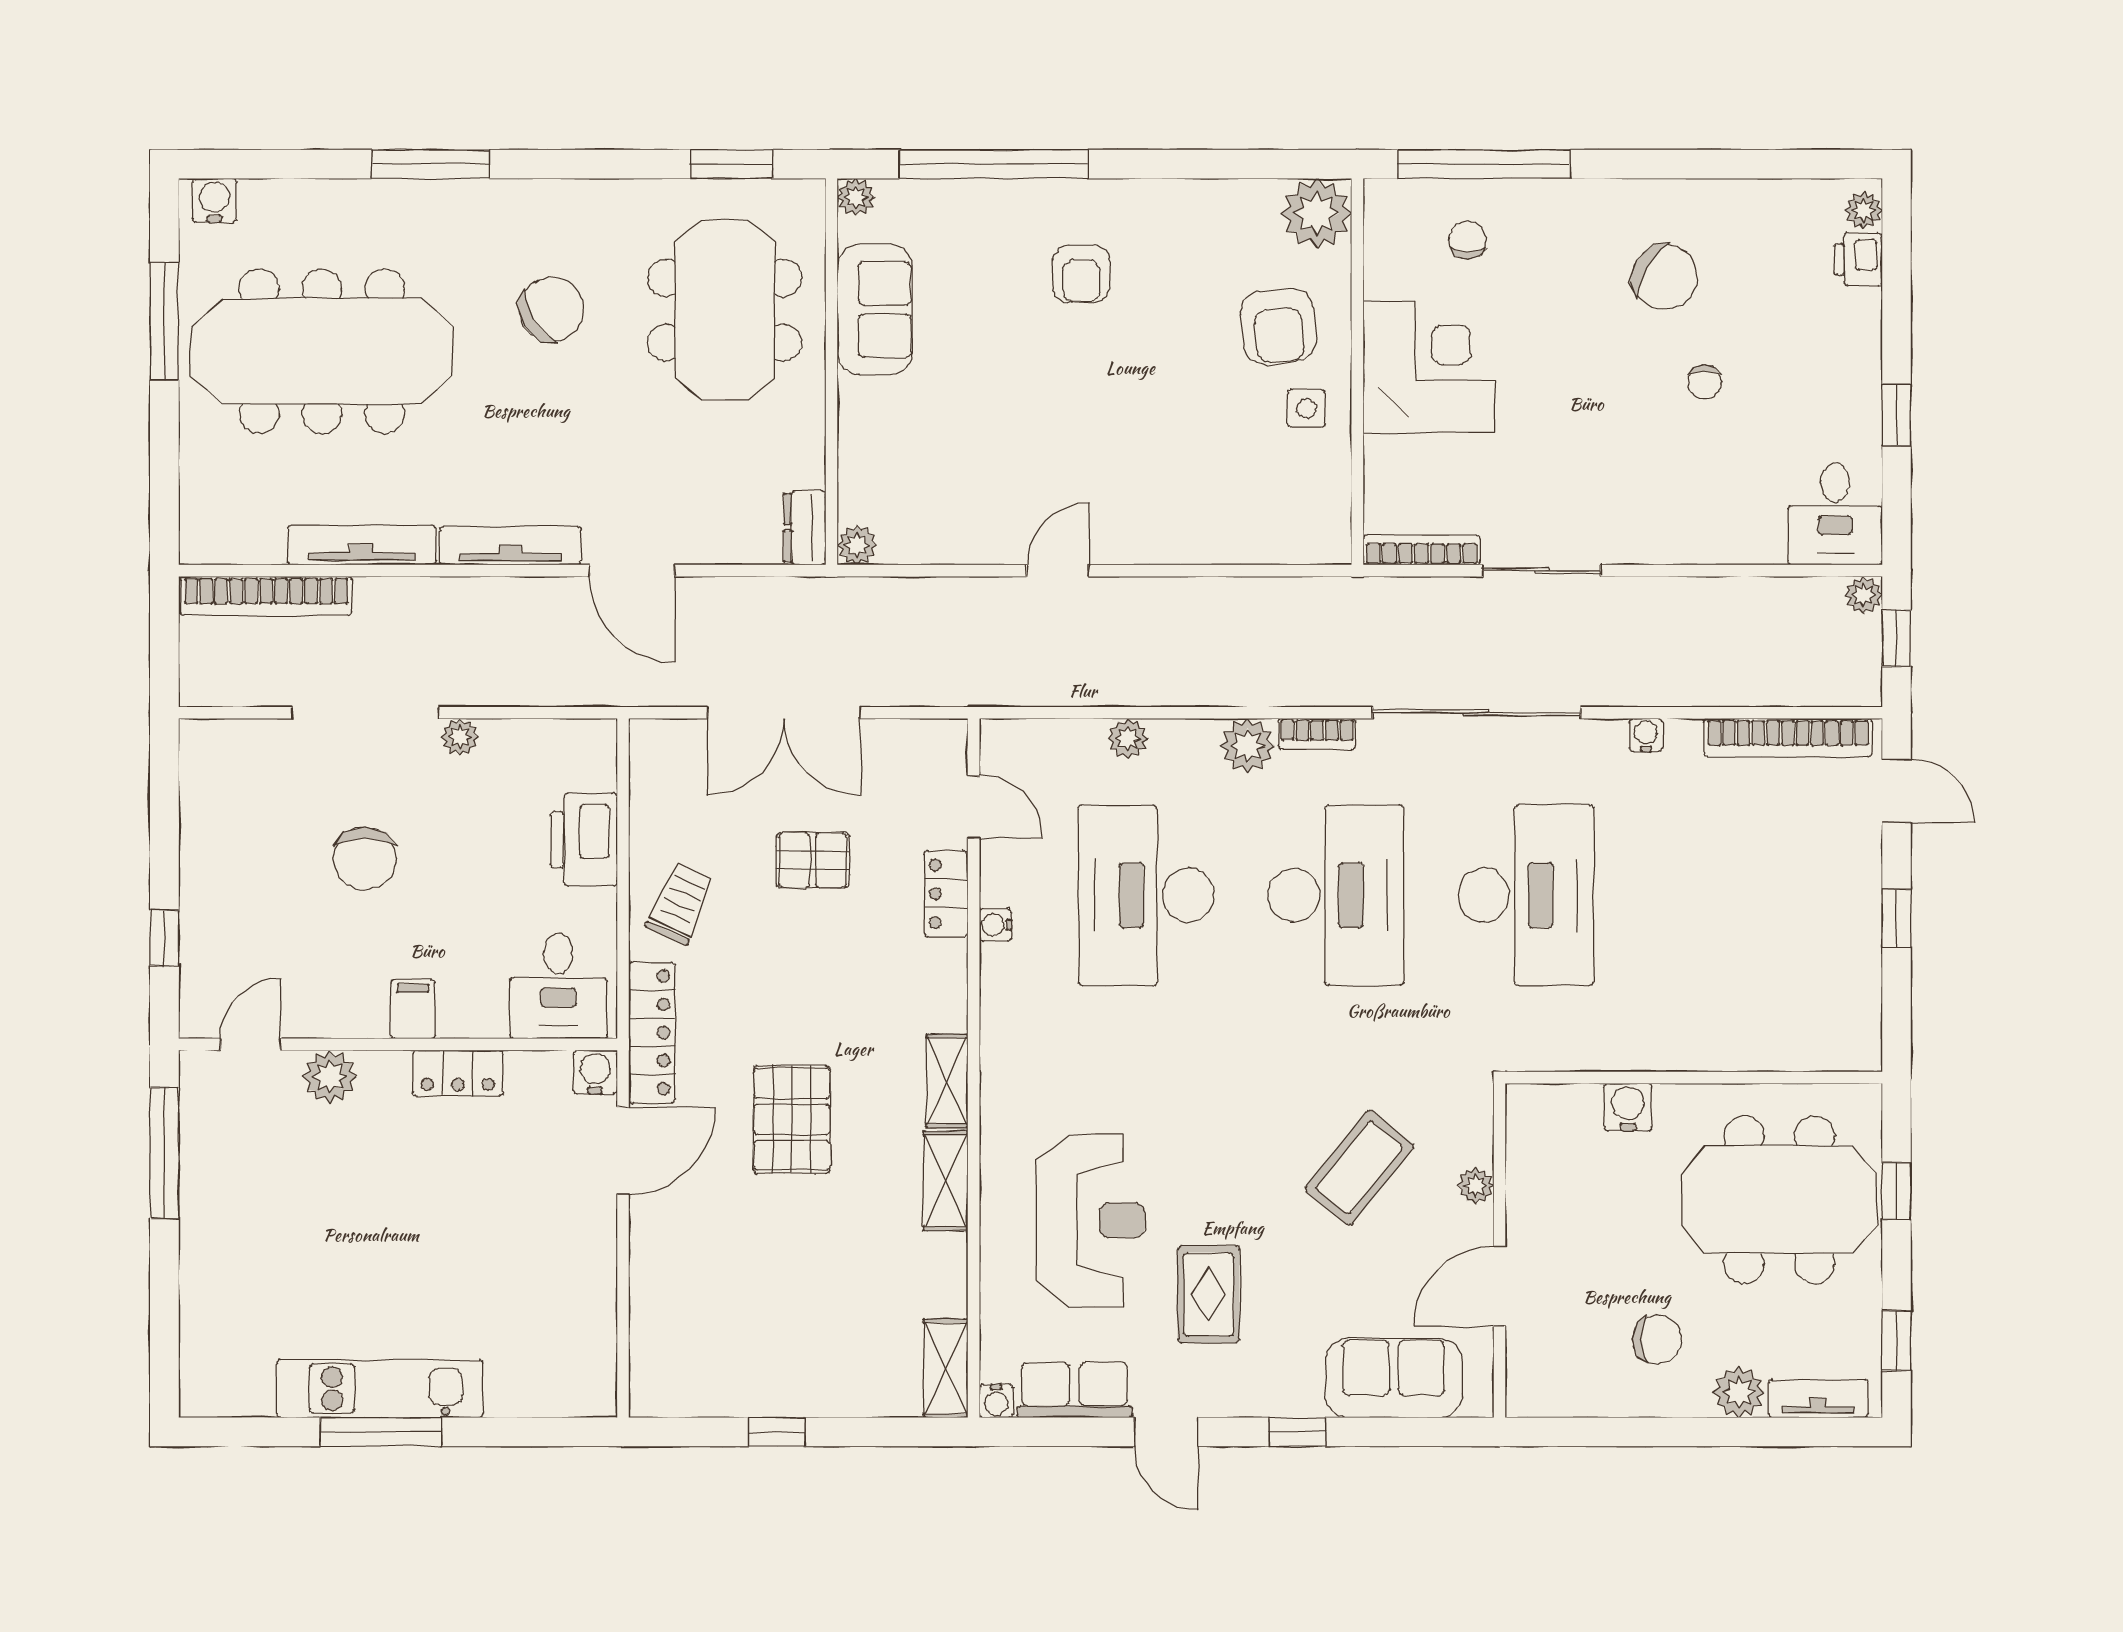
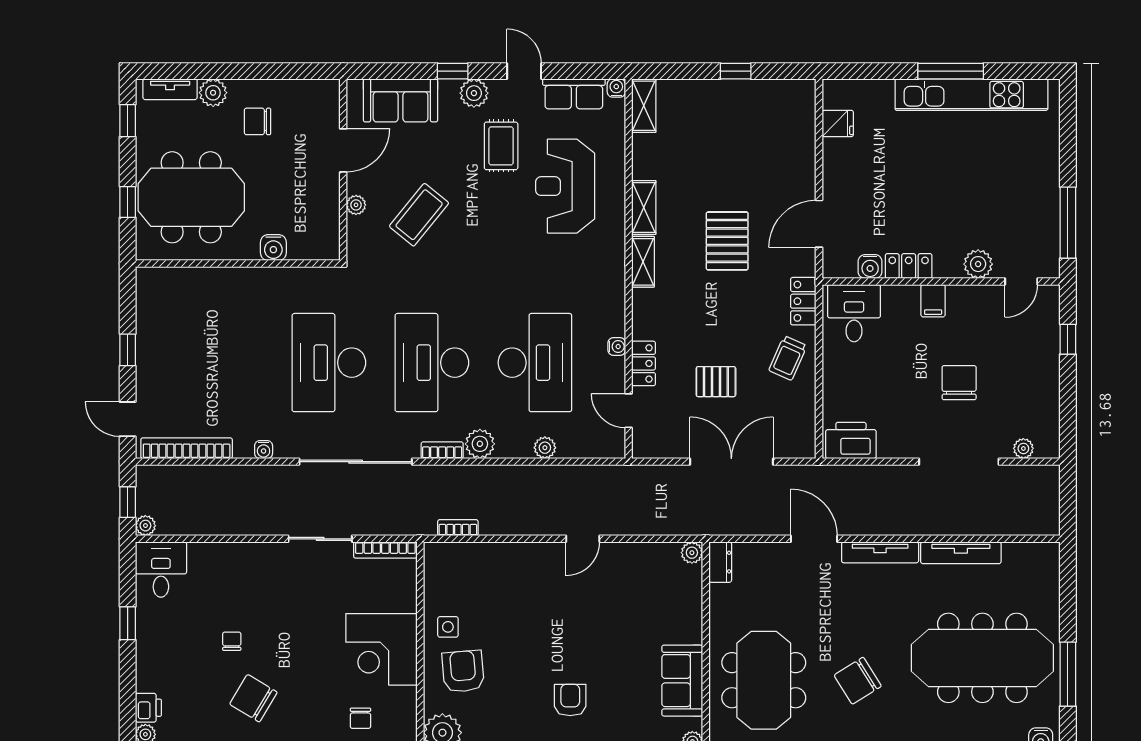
bookcase: (266, 596) -> (458, 528), moved, width x0.43, depth x0.76
plant: (460, 737) -> (1023, 448), moved
printer: (584, 840) -> (851, 440), moved, turned -90
locker: (652, 1033) -> (803, 301), width x0.66
water cooler: (595, 1072) -> (870, 267), moved
fridge: (588, 1336) -> (838, 123), added
kitchen unit: (380, 1389) -> (971, 95), width x1.36
plant: (1258, 1392) -> (474, 93), added

